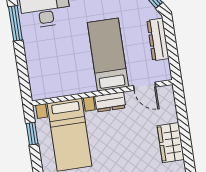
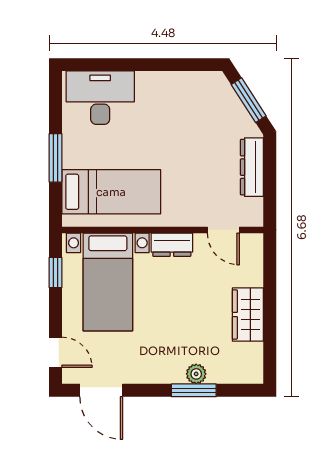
window: (15, 23) -> (55, 158), moved
bed: (108, 54) -> (111, 192), moved, turned 90

